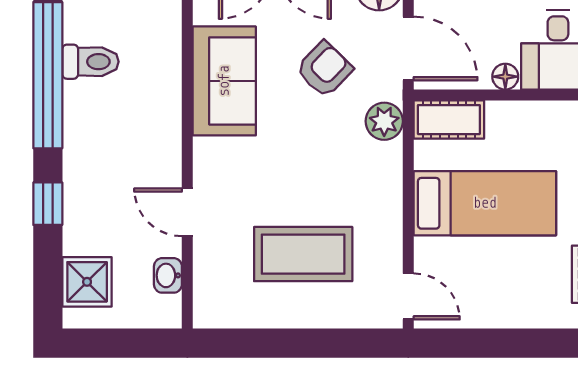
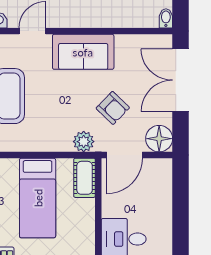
floor lamp: (505, 77) -> (109, 209), removed
sofa: (224, 81) -> (83, 52), moved

